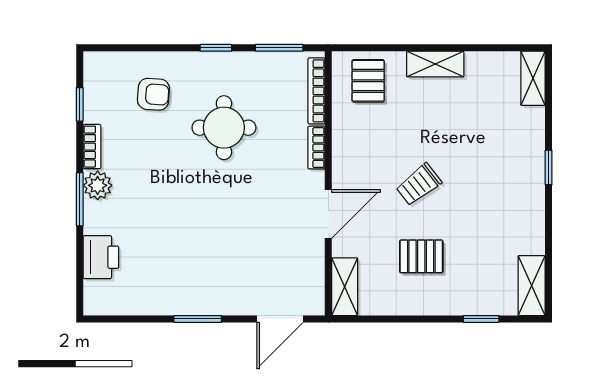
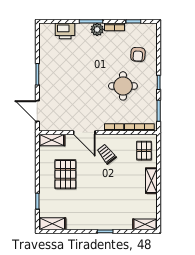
pallet: (368, 81) -> (144, 151), turned 90
trolley: (419, 184) -> (107, 154), moved
pallet: (421, 256) -> (65, 174), width x1.50, depth x1.42

